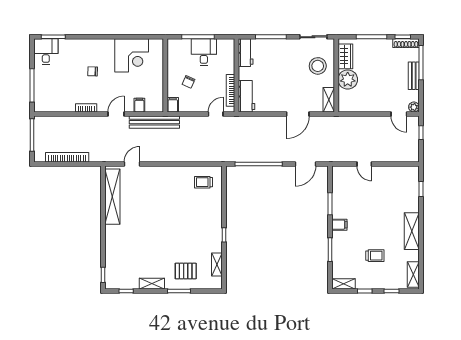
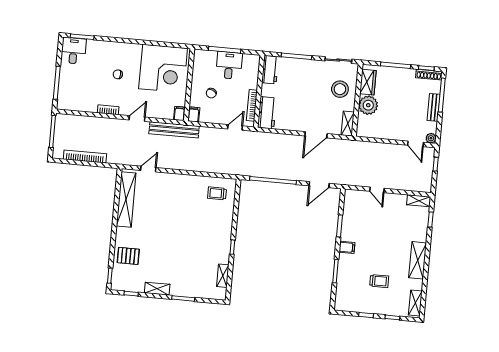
corner desk: (132, 55) -> (163, 69), width x1.36, depth x1.36
filing cabinet: (139, 105) -> (179, 113), moved
pallet: (186, 271) -> (128, 256), moved
shelving: (343, 284) -> (419, 201), moved

